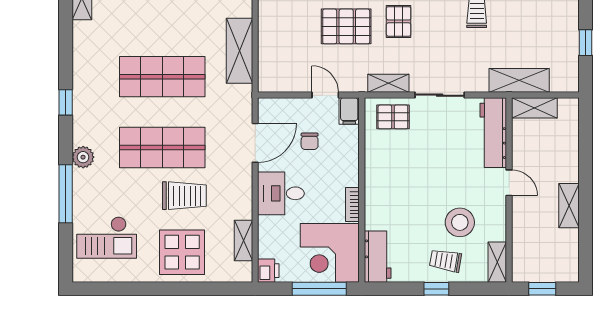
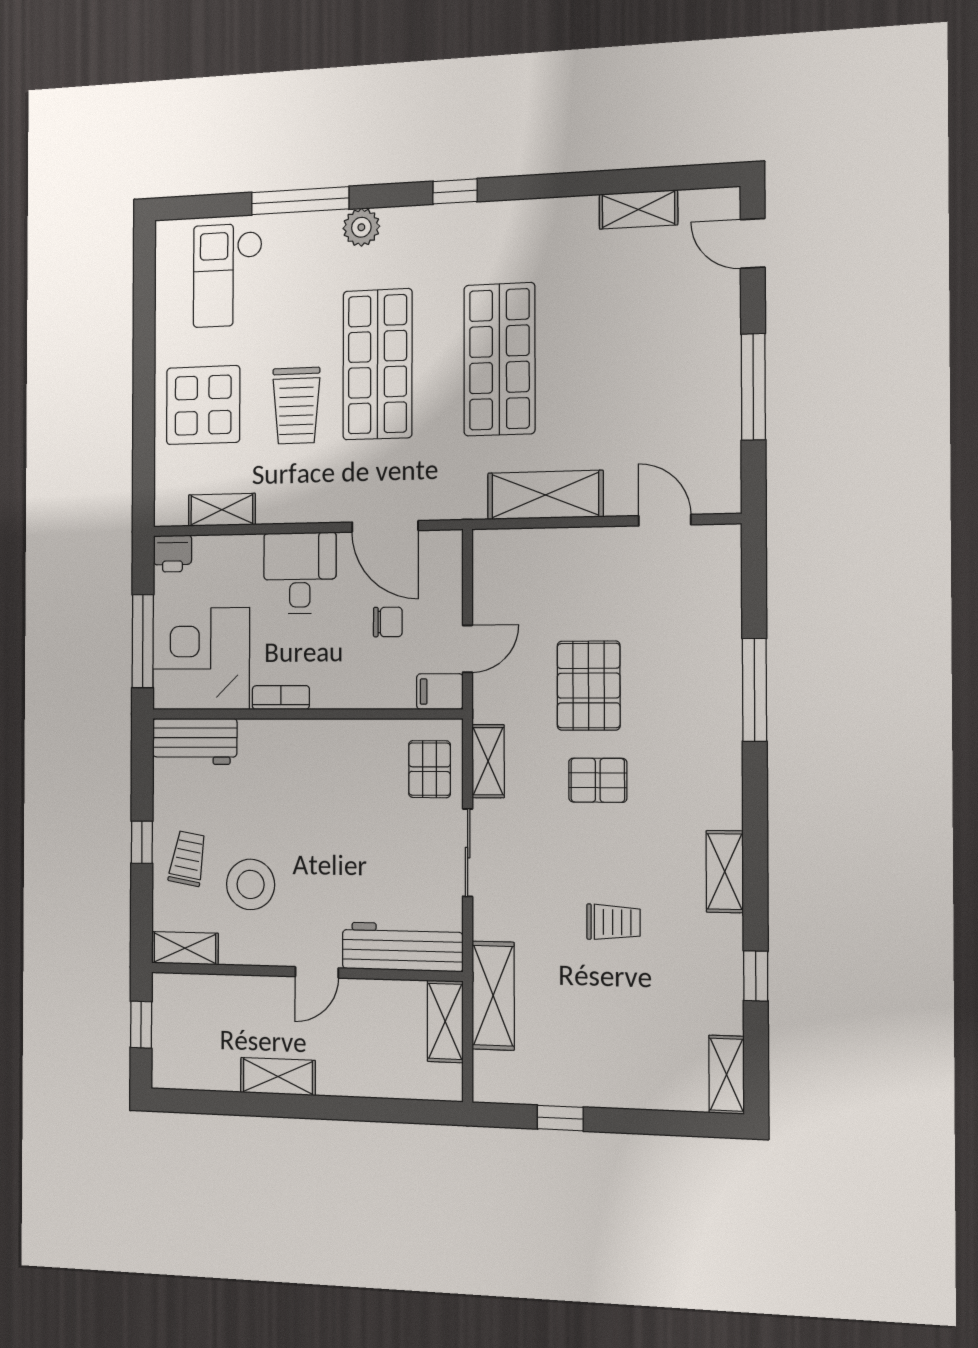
chair: (310, 141) -> (388, 622), turned 180

